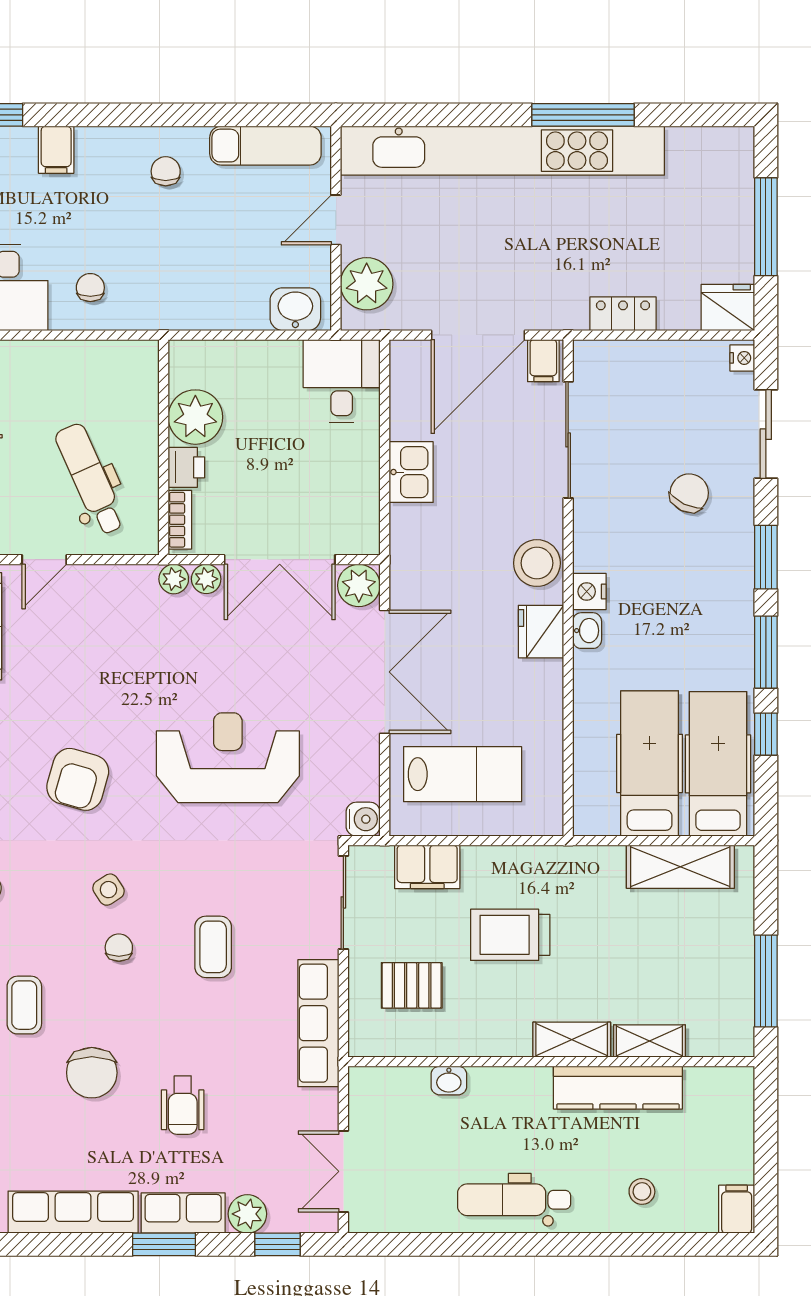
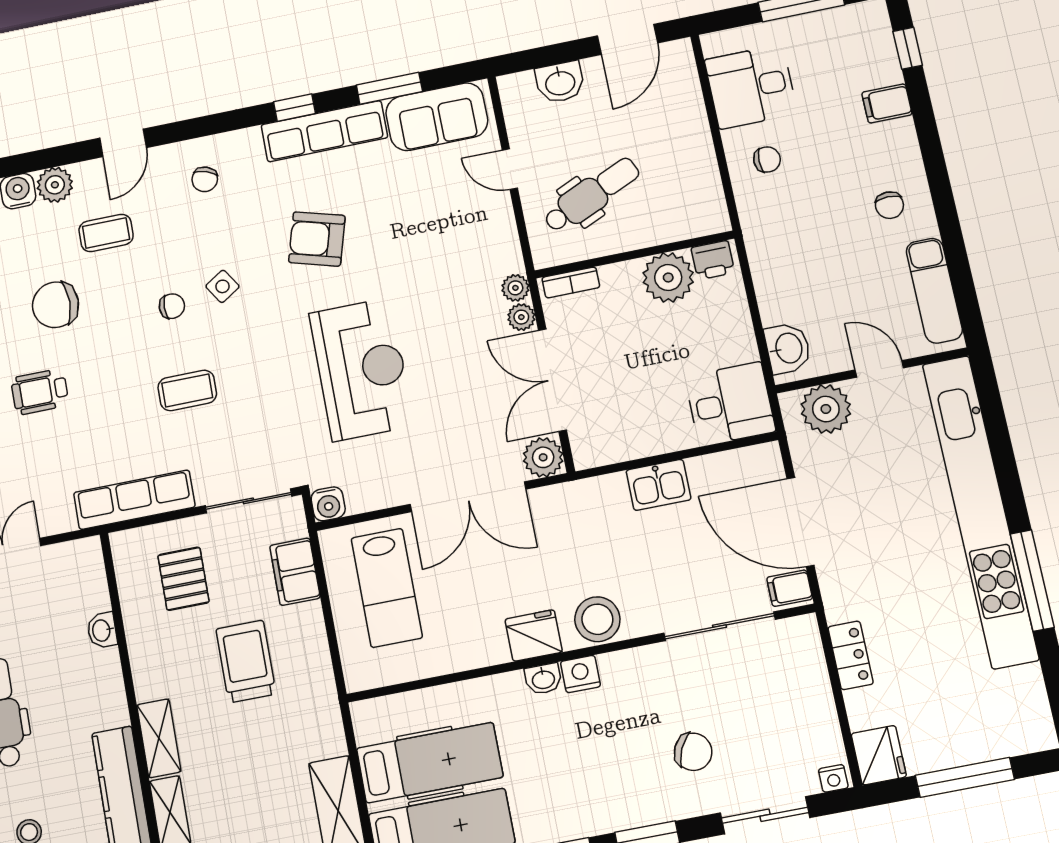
chair: (166, 171) -> (889, 205), turned 90
printer: (186, 467) -> (713, 260), moved

